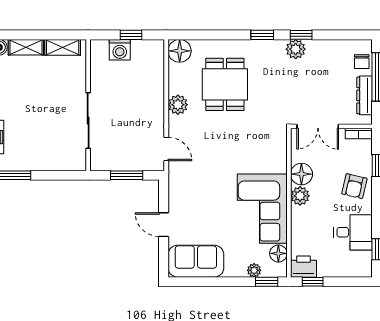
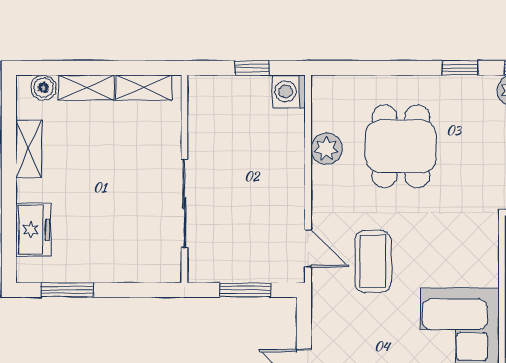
washing machine: (120, 50) -> (289, 91), moved, turned 90
floor lamp: (180, 51) -> (329, 93), removed
plant: (178, 105) -> (326, 149), moved
coffee table: (207, 157) -> (373, 261), added

